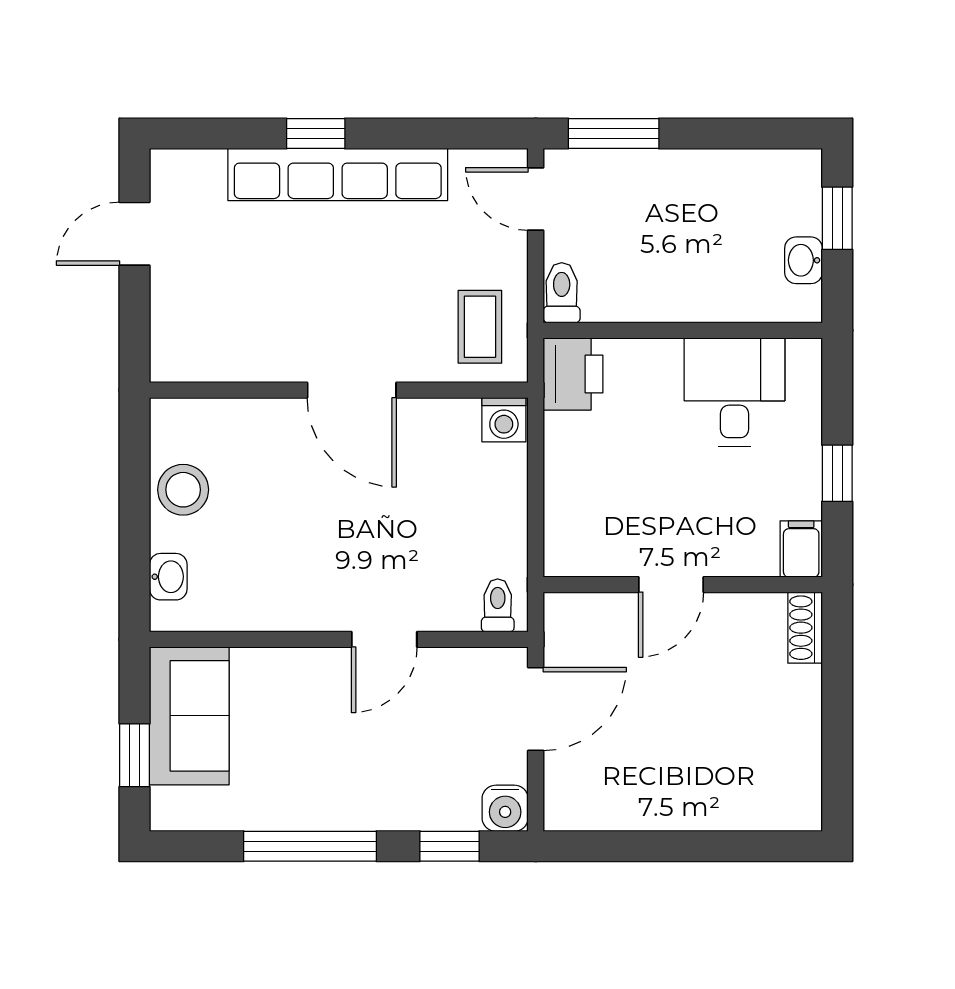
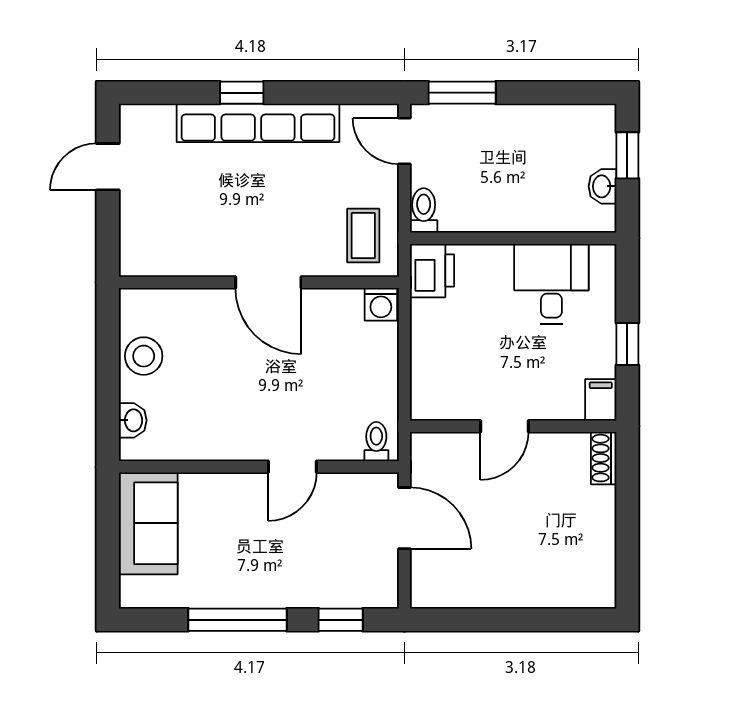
door: (536, 709) -> (404, 518), hinge flipped
window: (134, 755) -> (108, 552), removed
water cooler: (505, 808) -> (382, 592), removed

